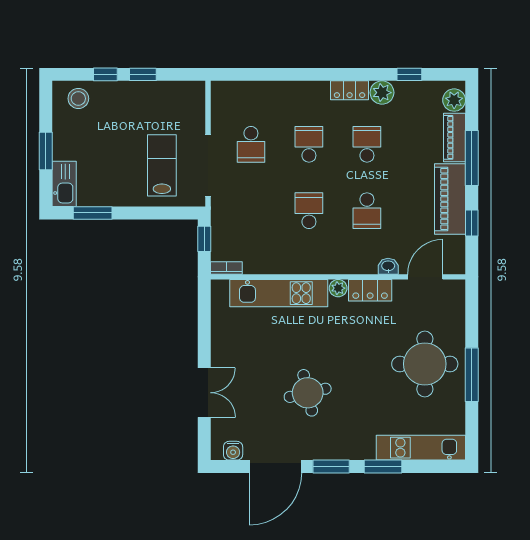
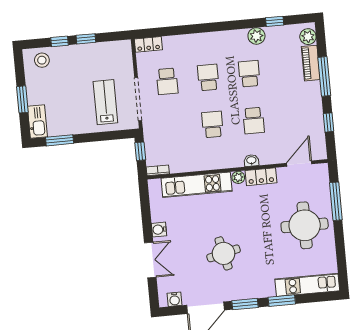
locker: (350, 90) -> (148, 44), moved
piano: (450, 199) -> (312, 107), removed
washbasin: (388, 266) -> (251, 160), moved
water cooler: (220, 351) -> (159, 230), added
window: (472, 375) -> (336, 201), moved

